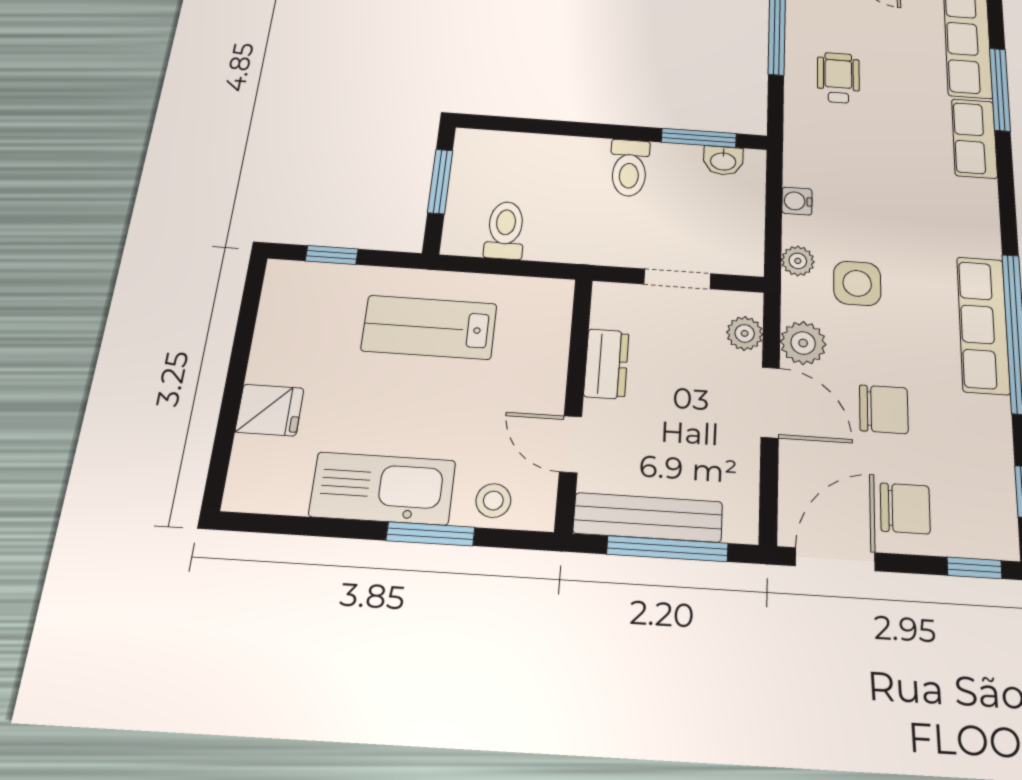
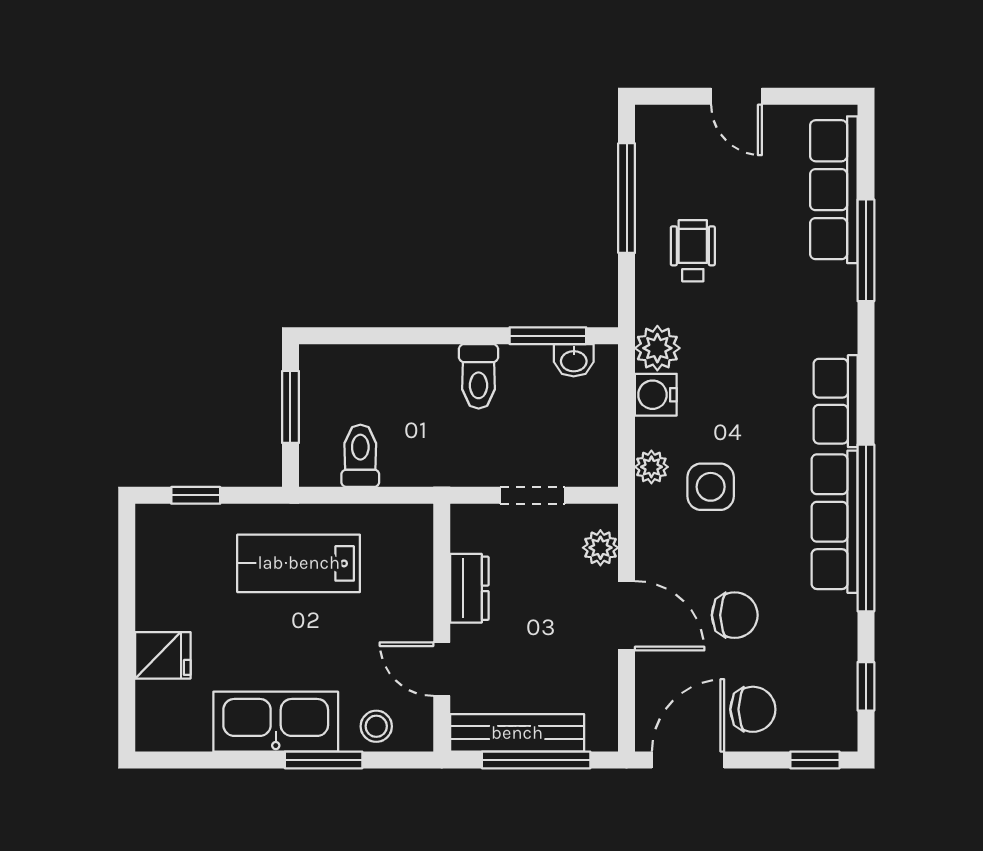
row of seats: (974, 138) -> (836, 401), moved
water cooler: (797, 201) -> (656, 395), width x1.38, depth x1.38
plant: (803, 343) -> (657, 348), moved

